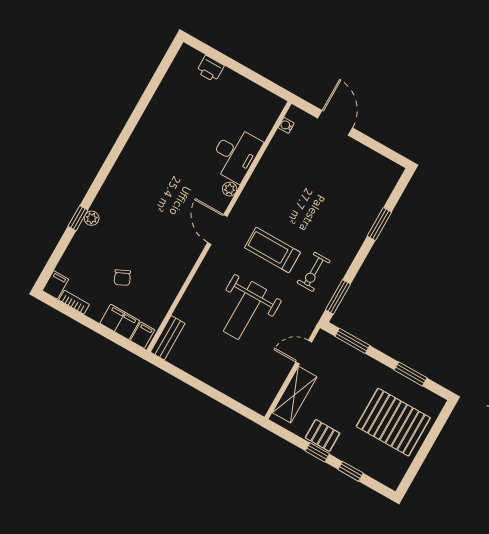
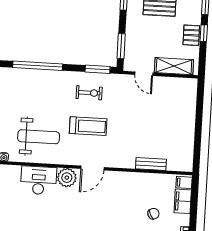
plant: (230, 189) -> (67, 178), width x1.87, depth x1.87
window: (379, 224) -> (38, 66), width x2.11
treadmill: (272, 250) -> (88, 126), turned -90
weight bench: (245, 310) -> (39, 137), moved
bench: (168, 338) -> (151, 164), moved

